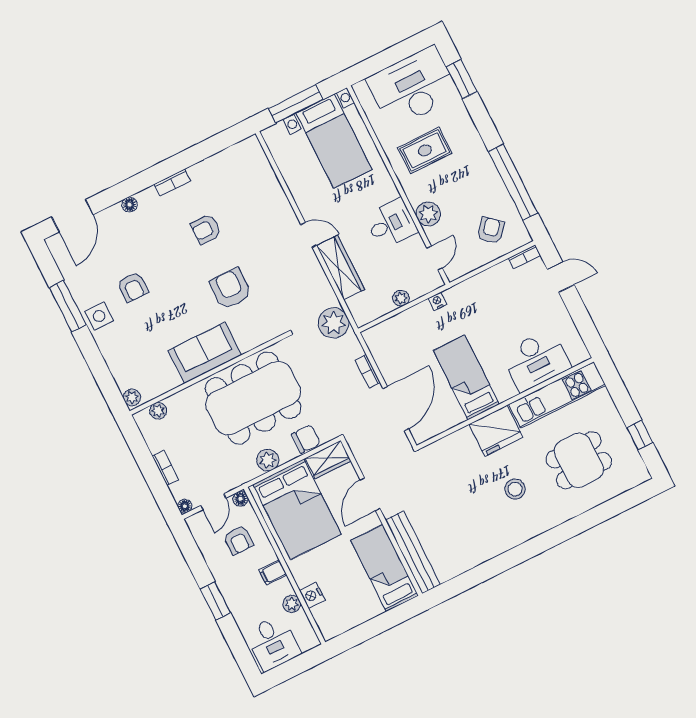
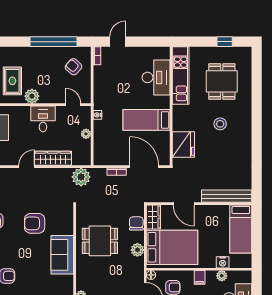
plant: (428, 214) -> (32, 96), moved
dining table: (253, 398) -> (100, 241), width x0.53, depth x0.80
fridge: (496, 431) -> (183, 145), moved
bed: (385, 568) -> (241, 229), moved, turned -90

